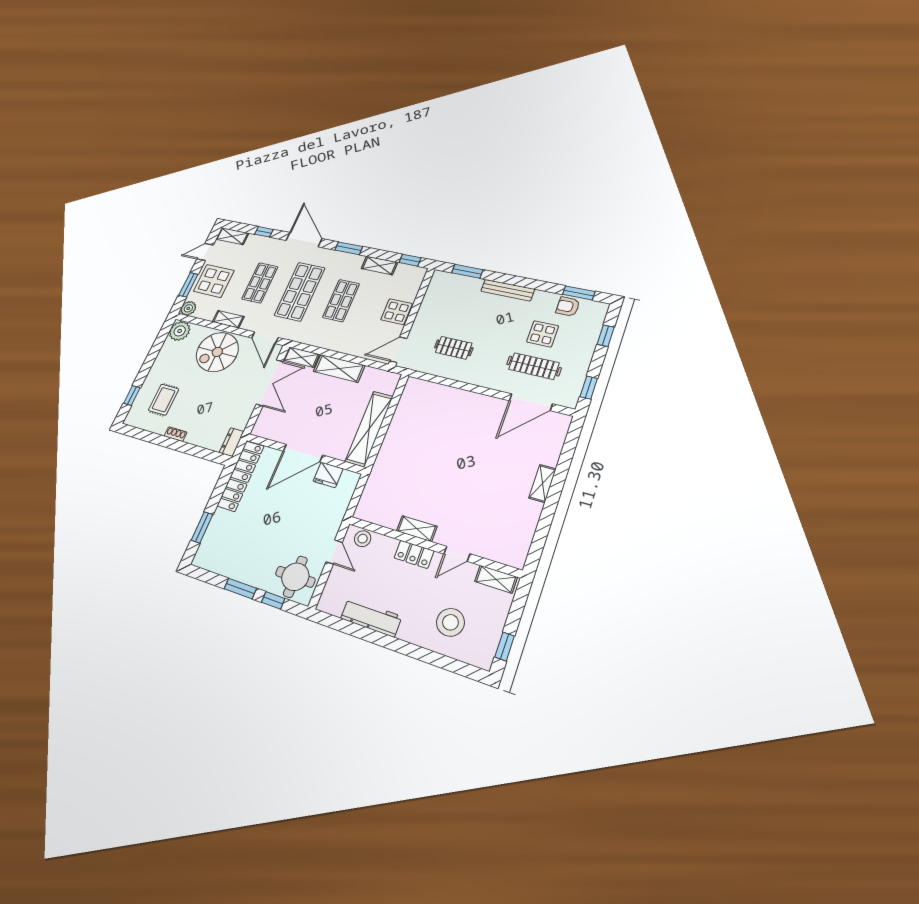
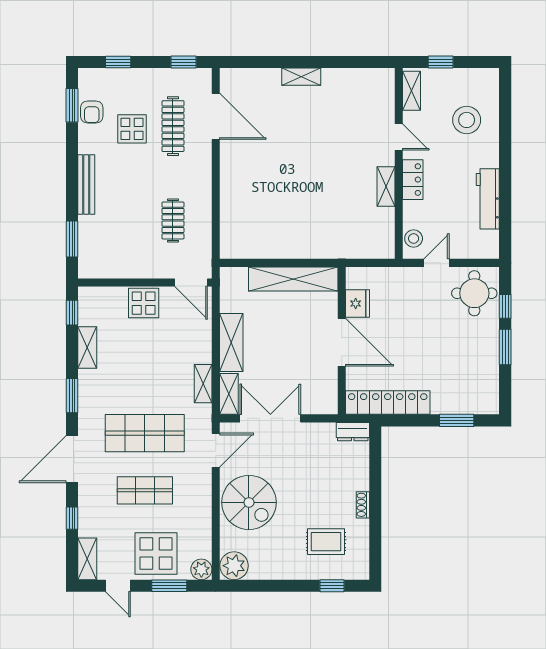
shop shelf: (341, 301) -> (145, 376), removed
shelving: (228, 319) -> (203, 384), moved
window: (505, 646) -> (441, 62), moved

